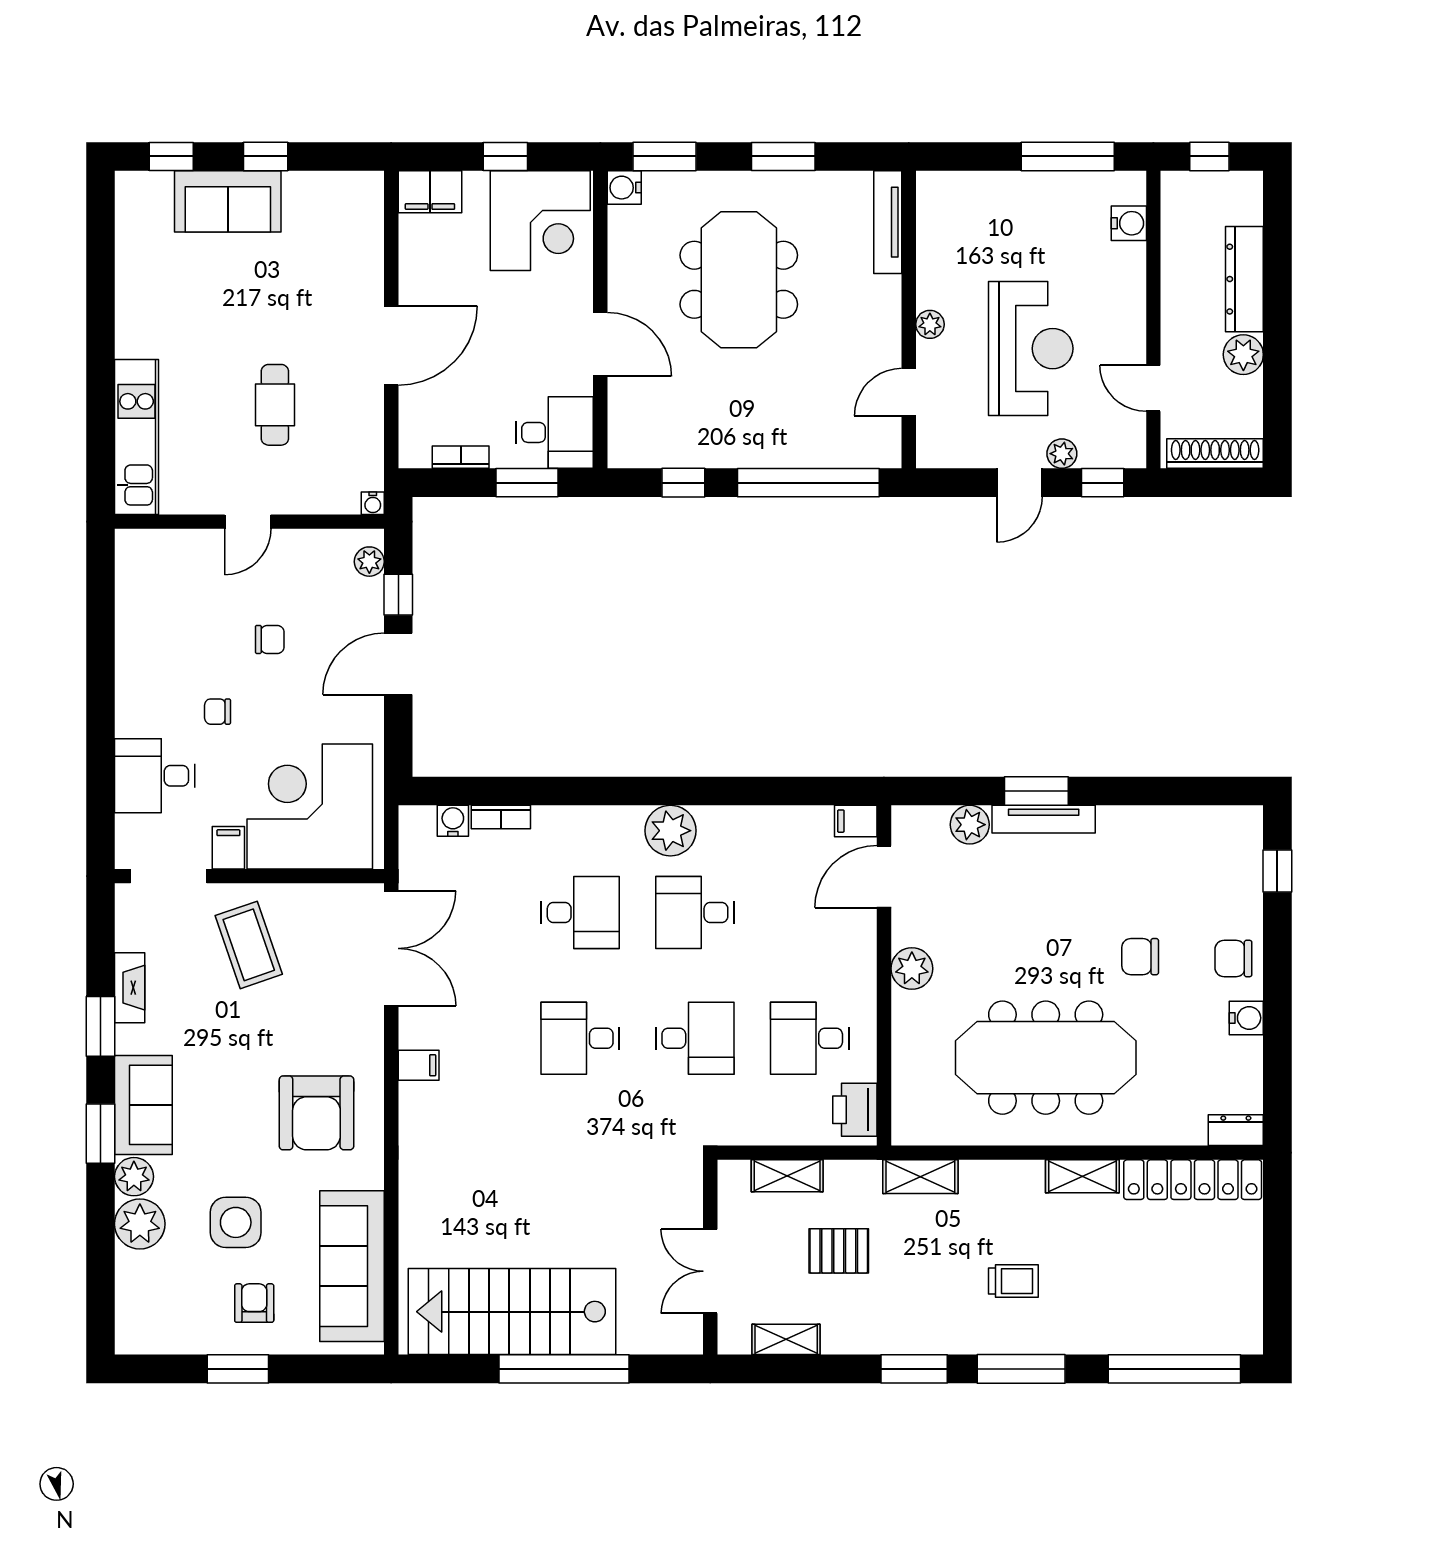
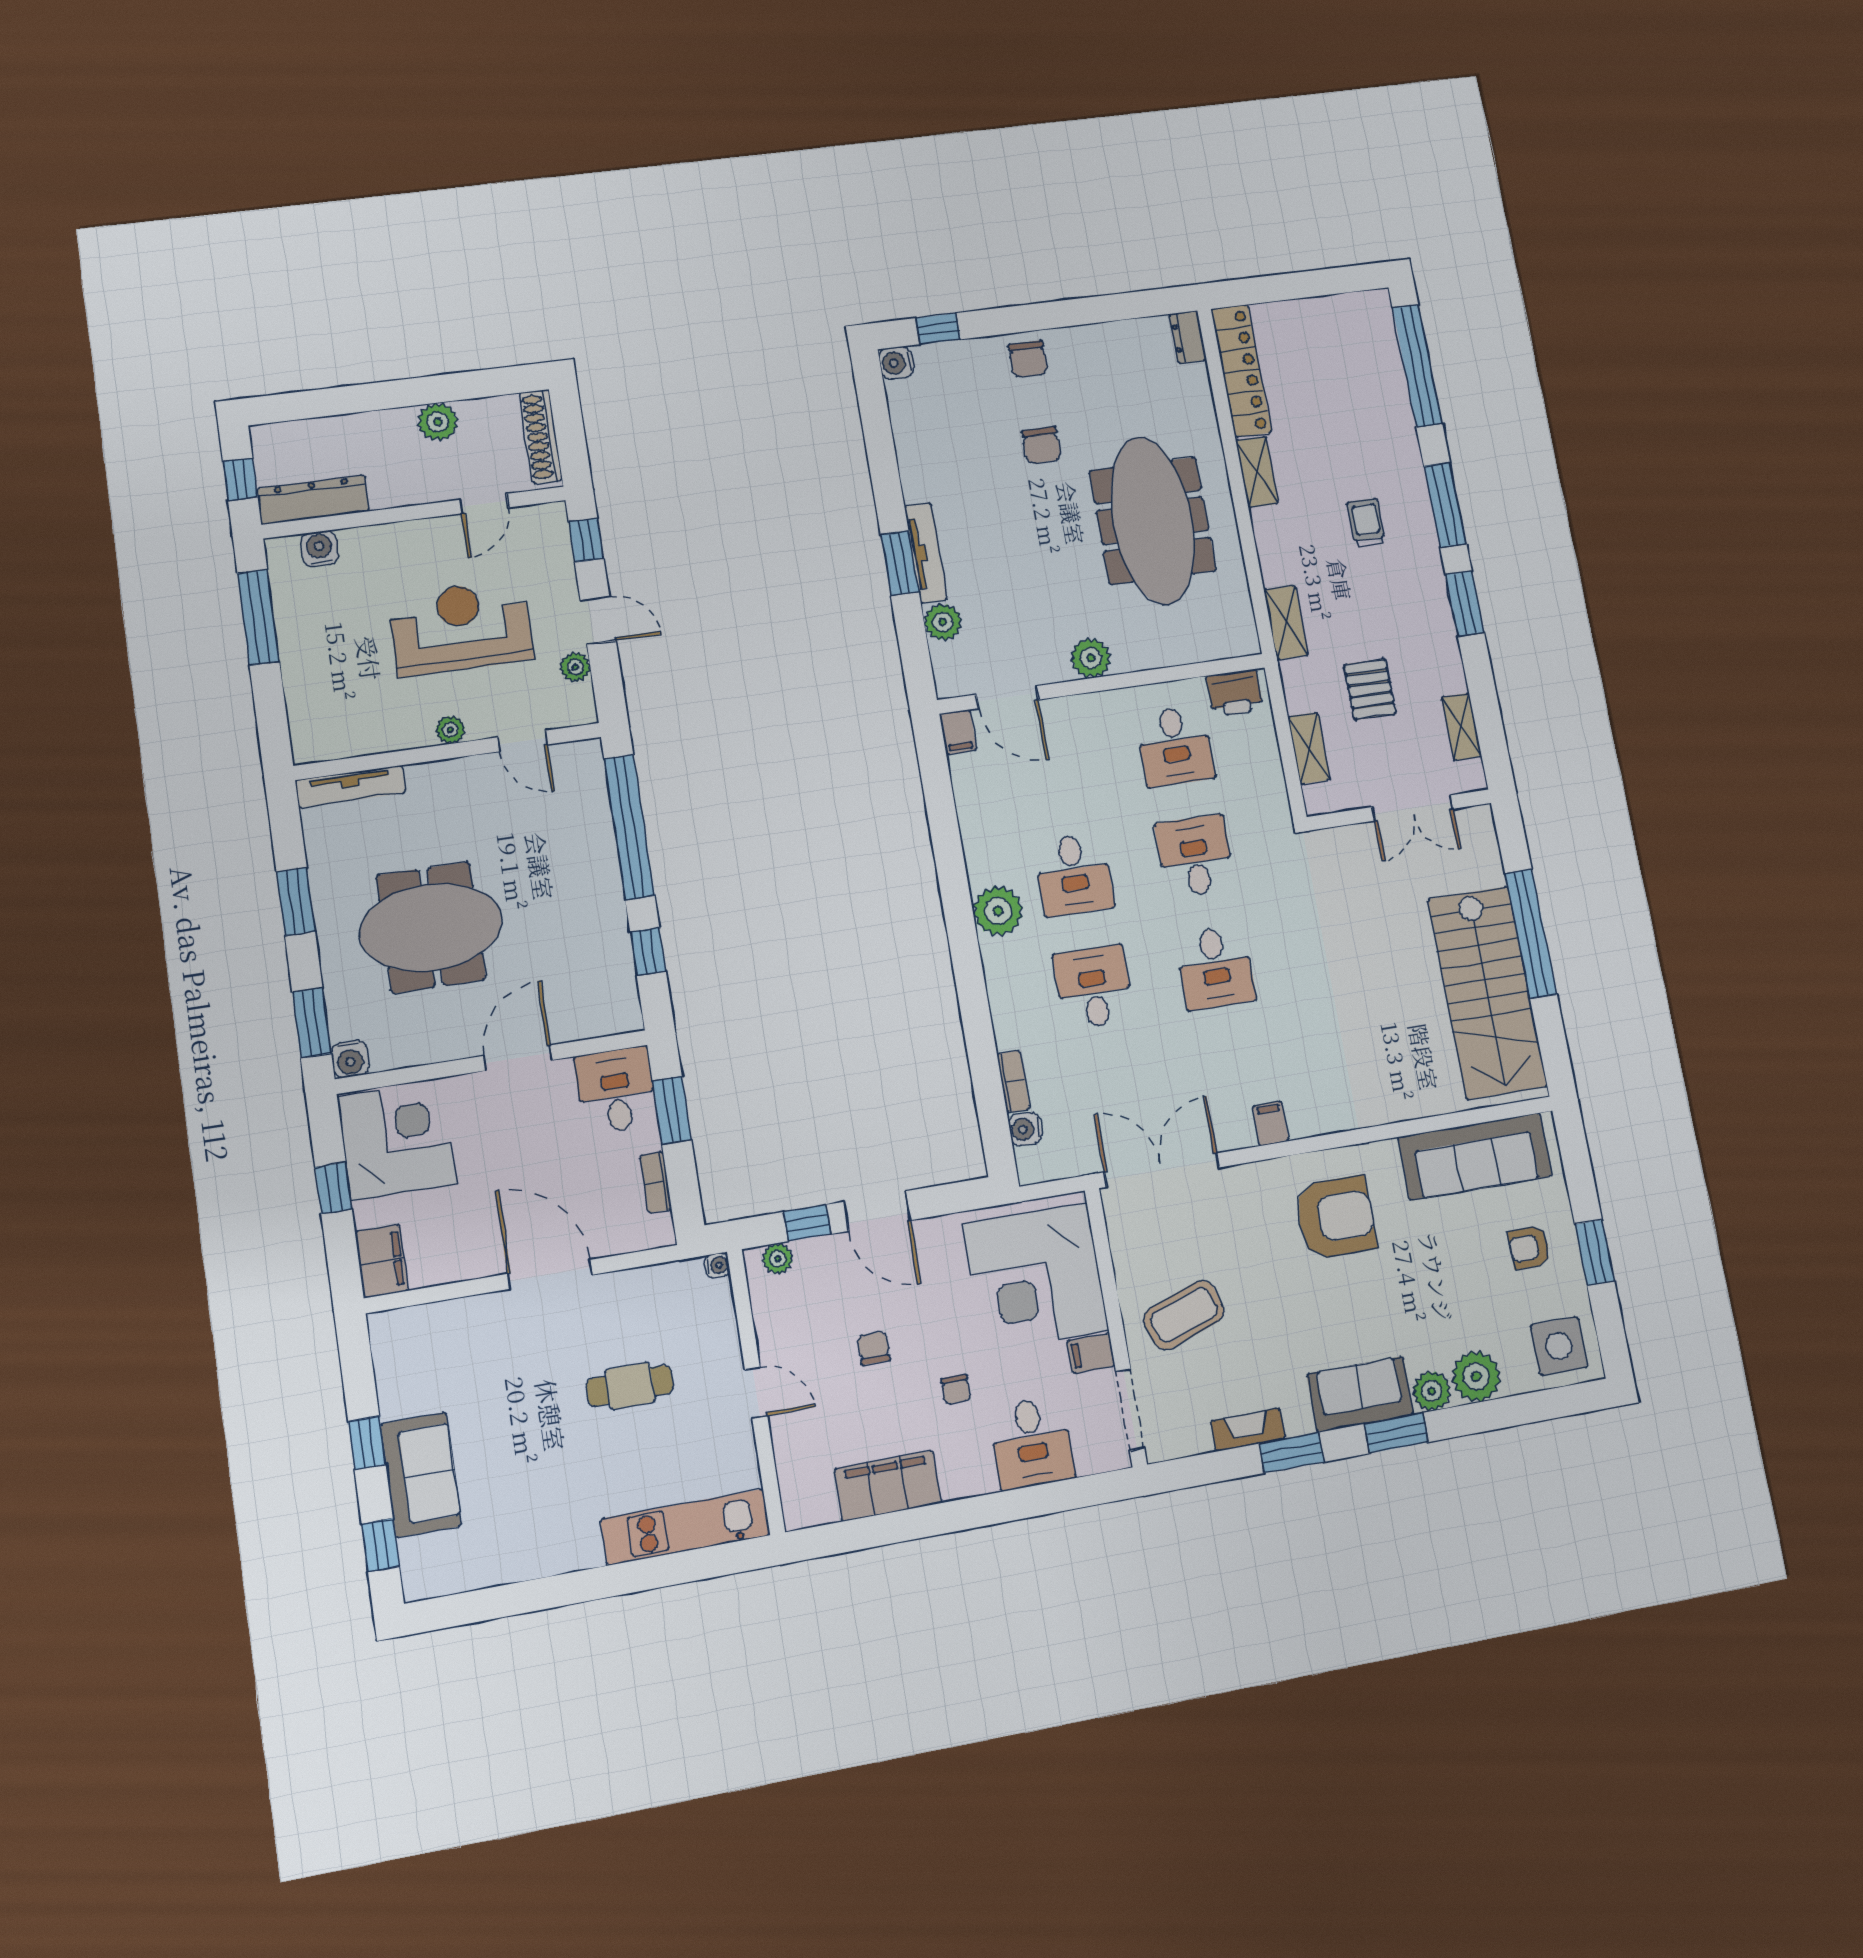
dresser: (1244, 279) -> (313, 500), moved, turned 180
plant: (1062, 454) -> (575, 667), moved
filing cabinet: (140, 632) -> (888, 1486), added
water cooler: (1246, 1018) -> (896, 363), moved, turned -90
side table: (236, 1222) -> (1559, 1346), moved

